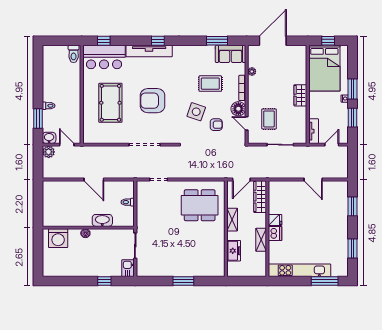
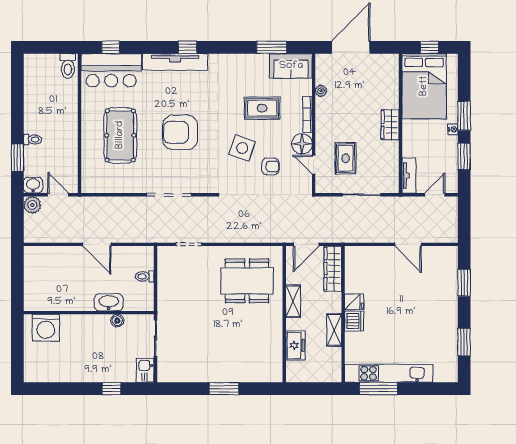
boiler: (85, 233) -> (117, 321), moved
window: (325, 281) -> (378, 389), moved

